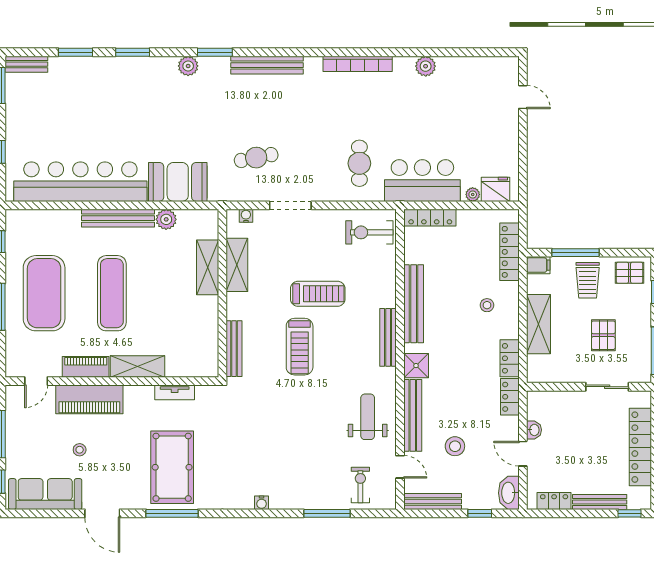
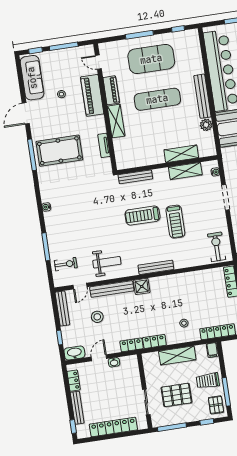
window: (576, 253) -> (226, 392), moved
bench: (414, 304) -> (178, 279), removed
pallet: (603, 335) -> (177, 395), width x1.50, depth x1.42

